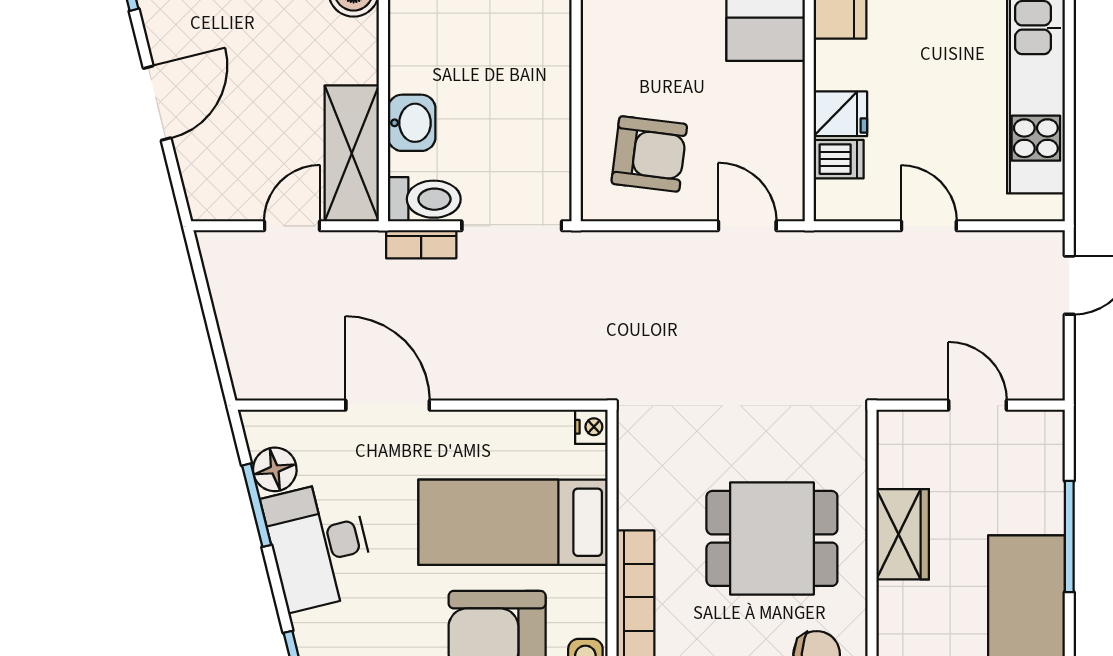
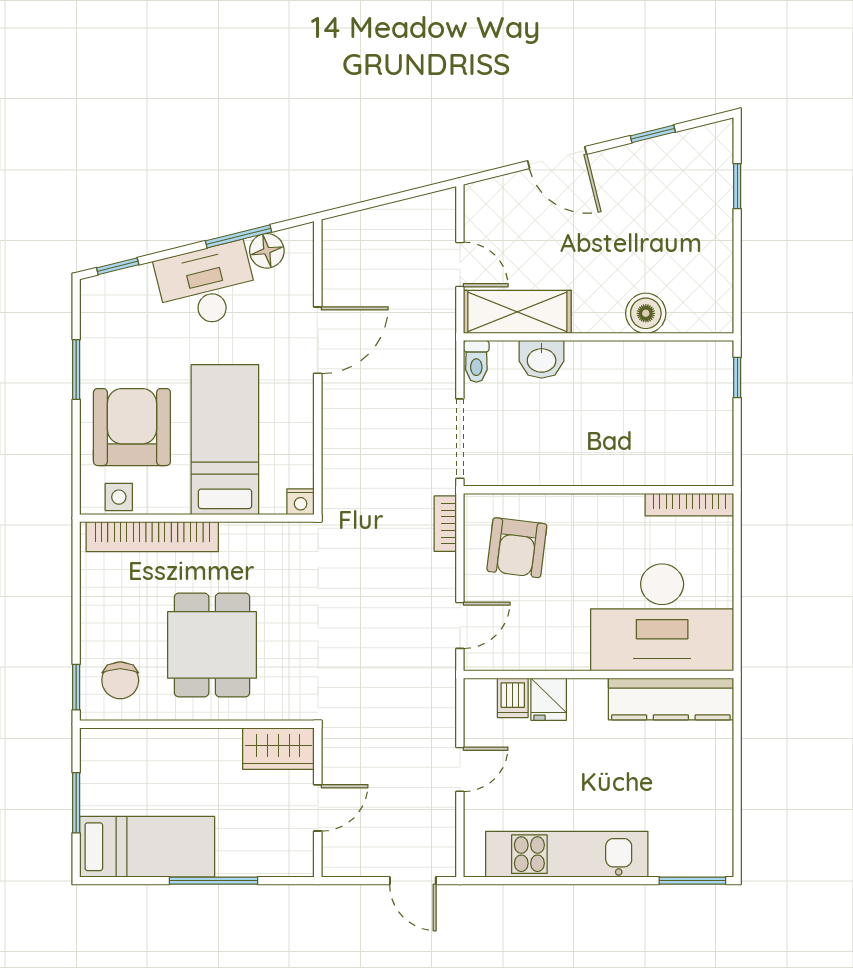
toilet: (424, 199) -> (476, 361), width x0.73, depth x0.72
bookcase: (421, 244) -> (445, 524), moved
wardrobe: (903, 534) -> (278, 749), moved

